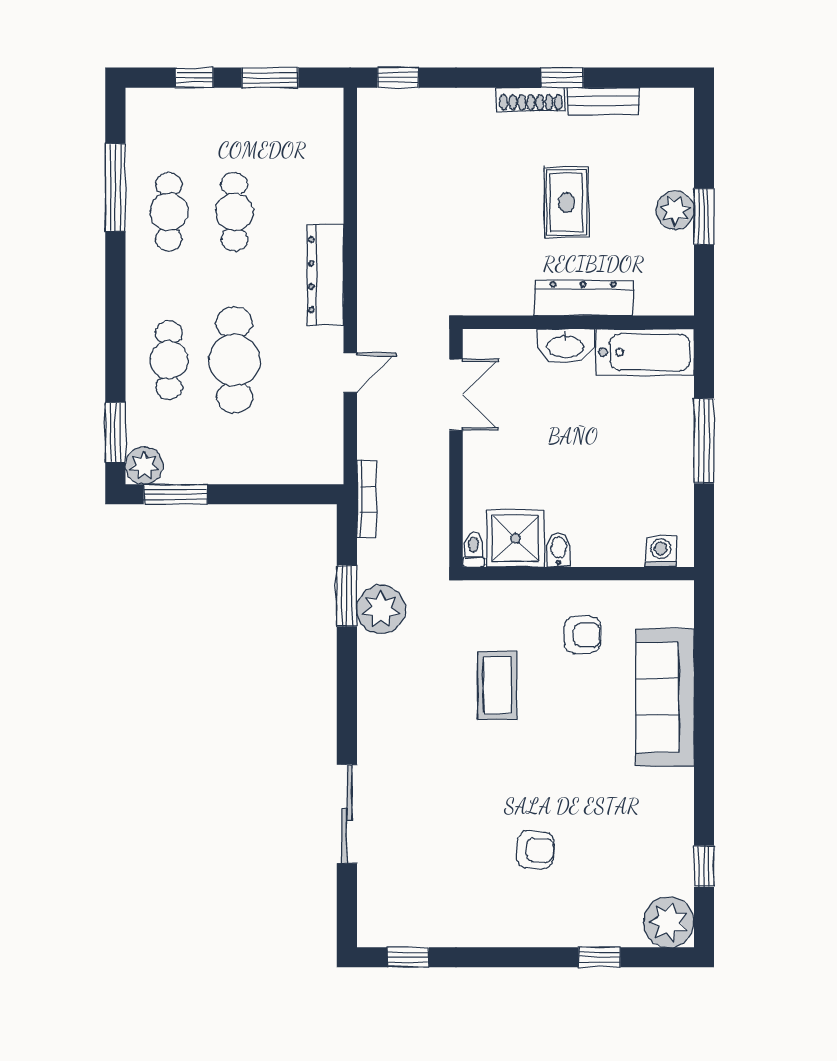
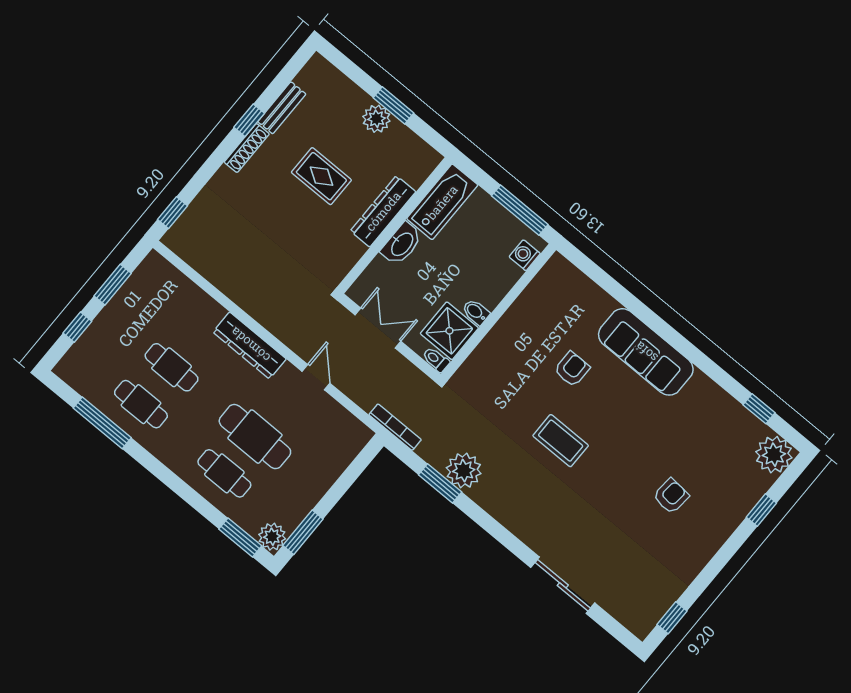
shower: (516, 538) -> (449, 331), moved
toilet: (474, 549) -> (436, 360), moved
bidet: (558, 550) -> (476, 312), moved
washing machine: (661, 552) -> (525, 255), moved
wall: (578, 574) -> (499, 312), moved

